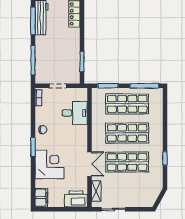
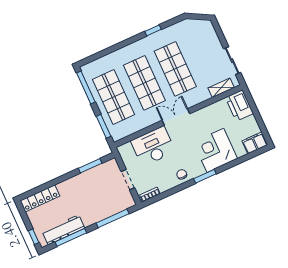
desk: (75, 113) -> (153, 146), width x1.37
double door: (89, 164) -> (176, 117), moved

